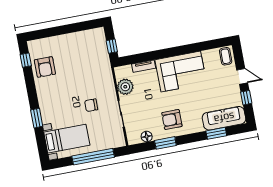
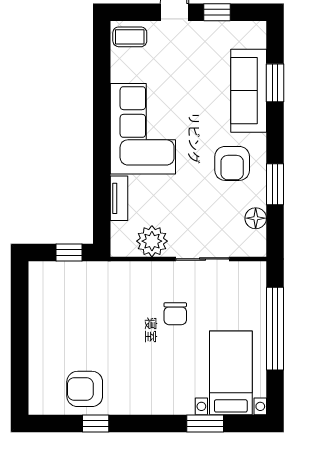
window: (26, 60) -> (96, 423), moved
armchair: (45, 67) -> (85, 389), turned 180
window: (37, 118) -> (205, 423), moved
sofa: (224, 118) -> (249, 91), moved

